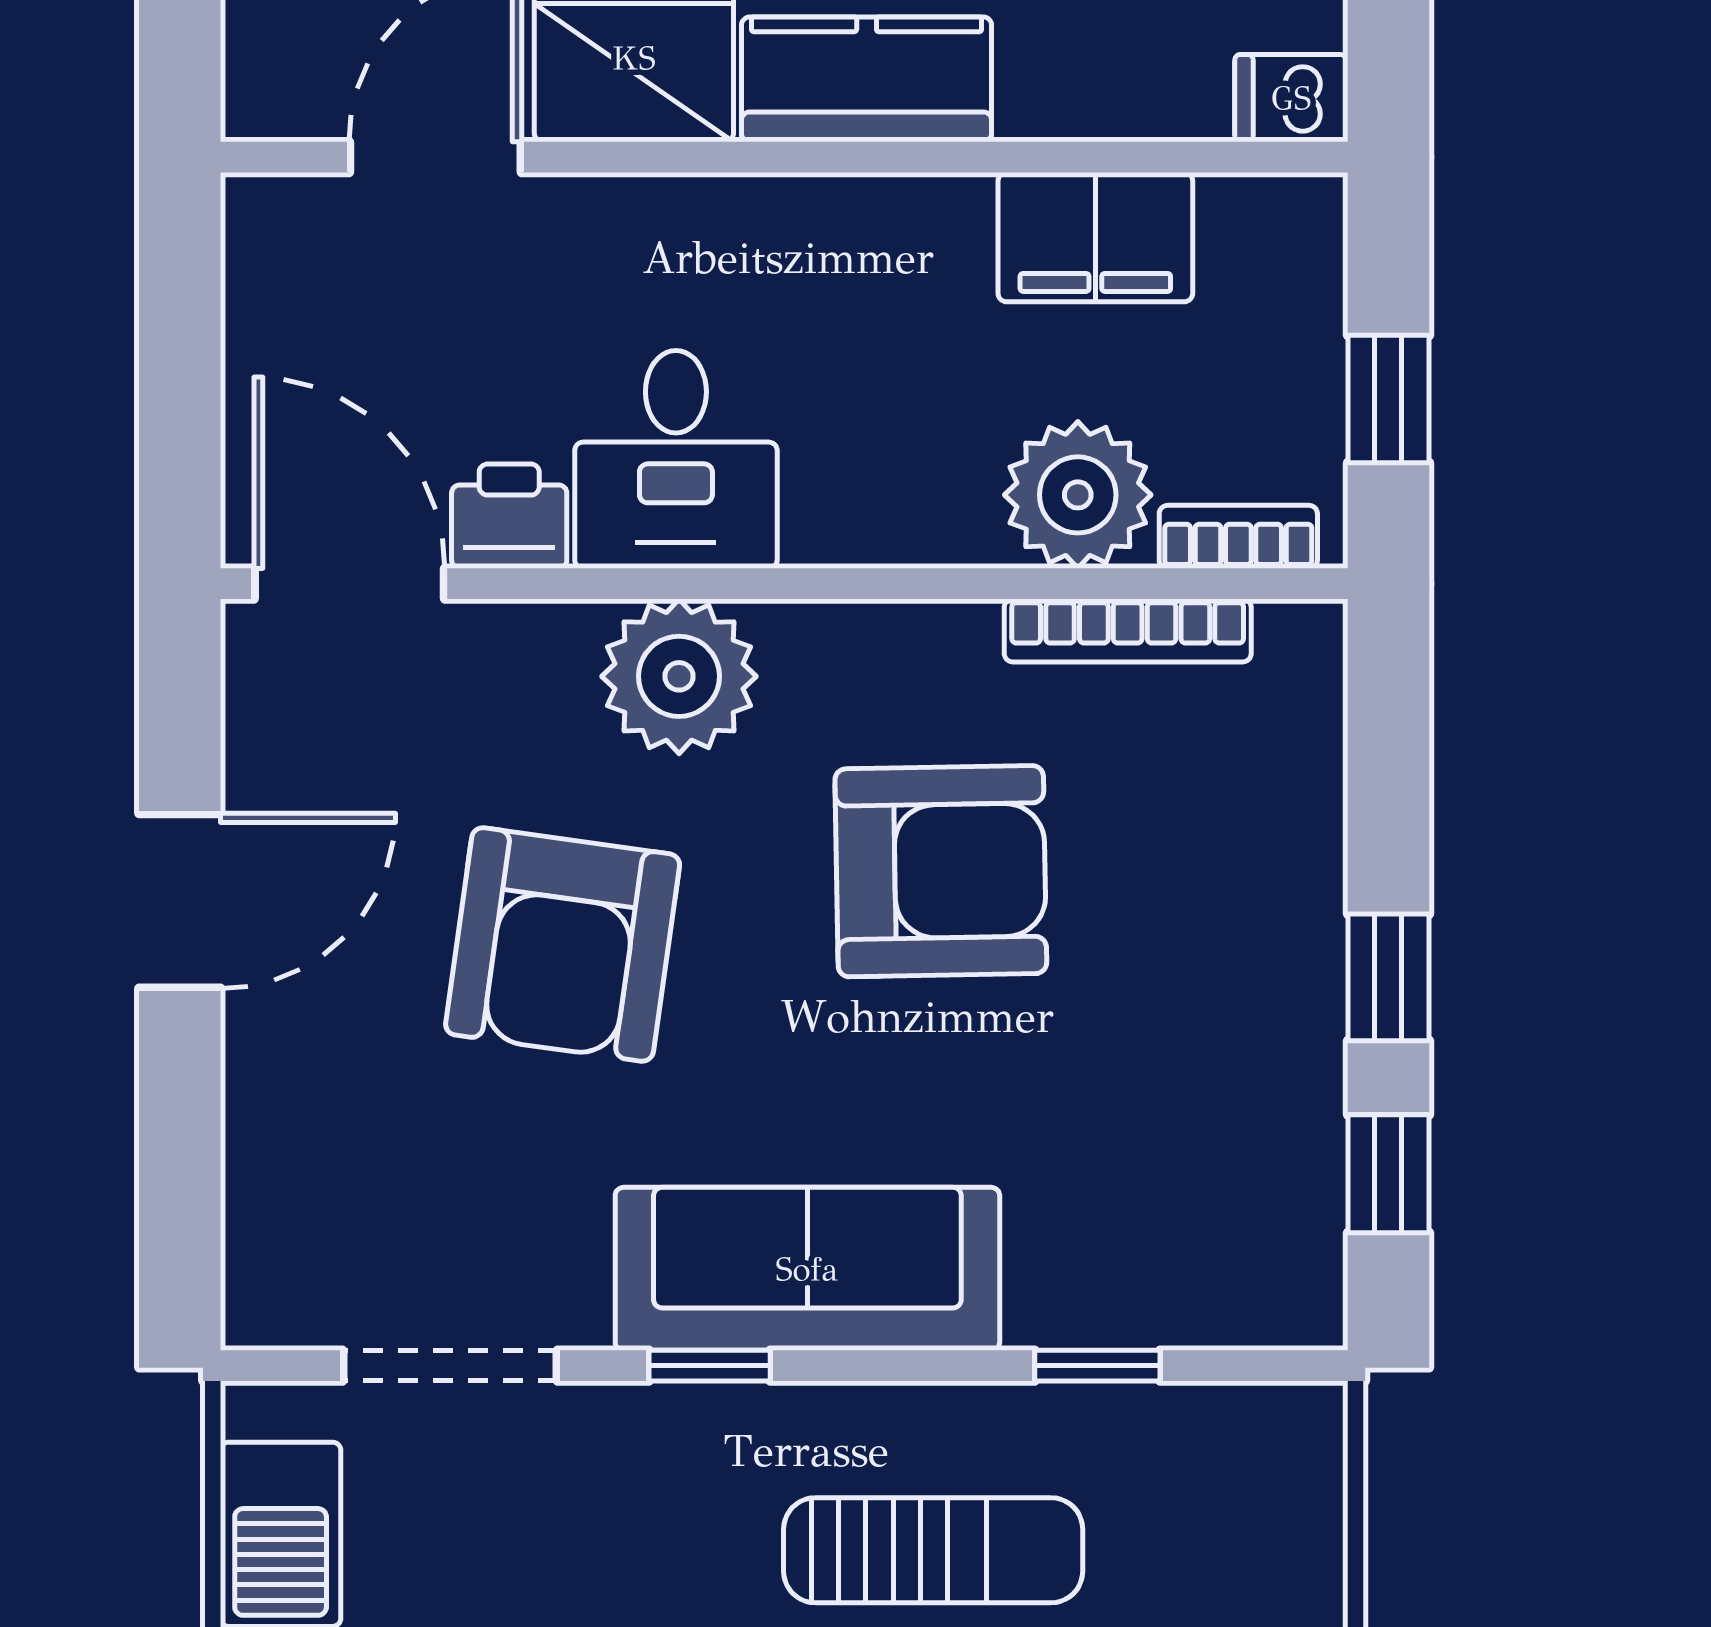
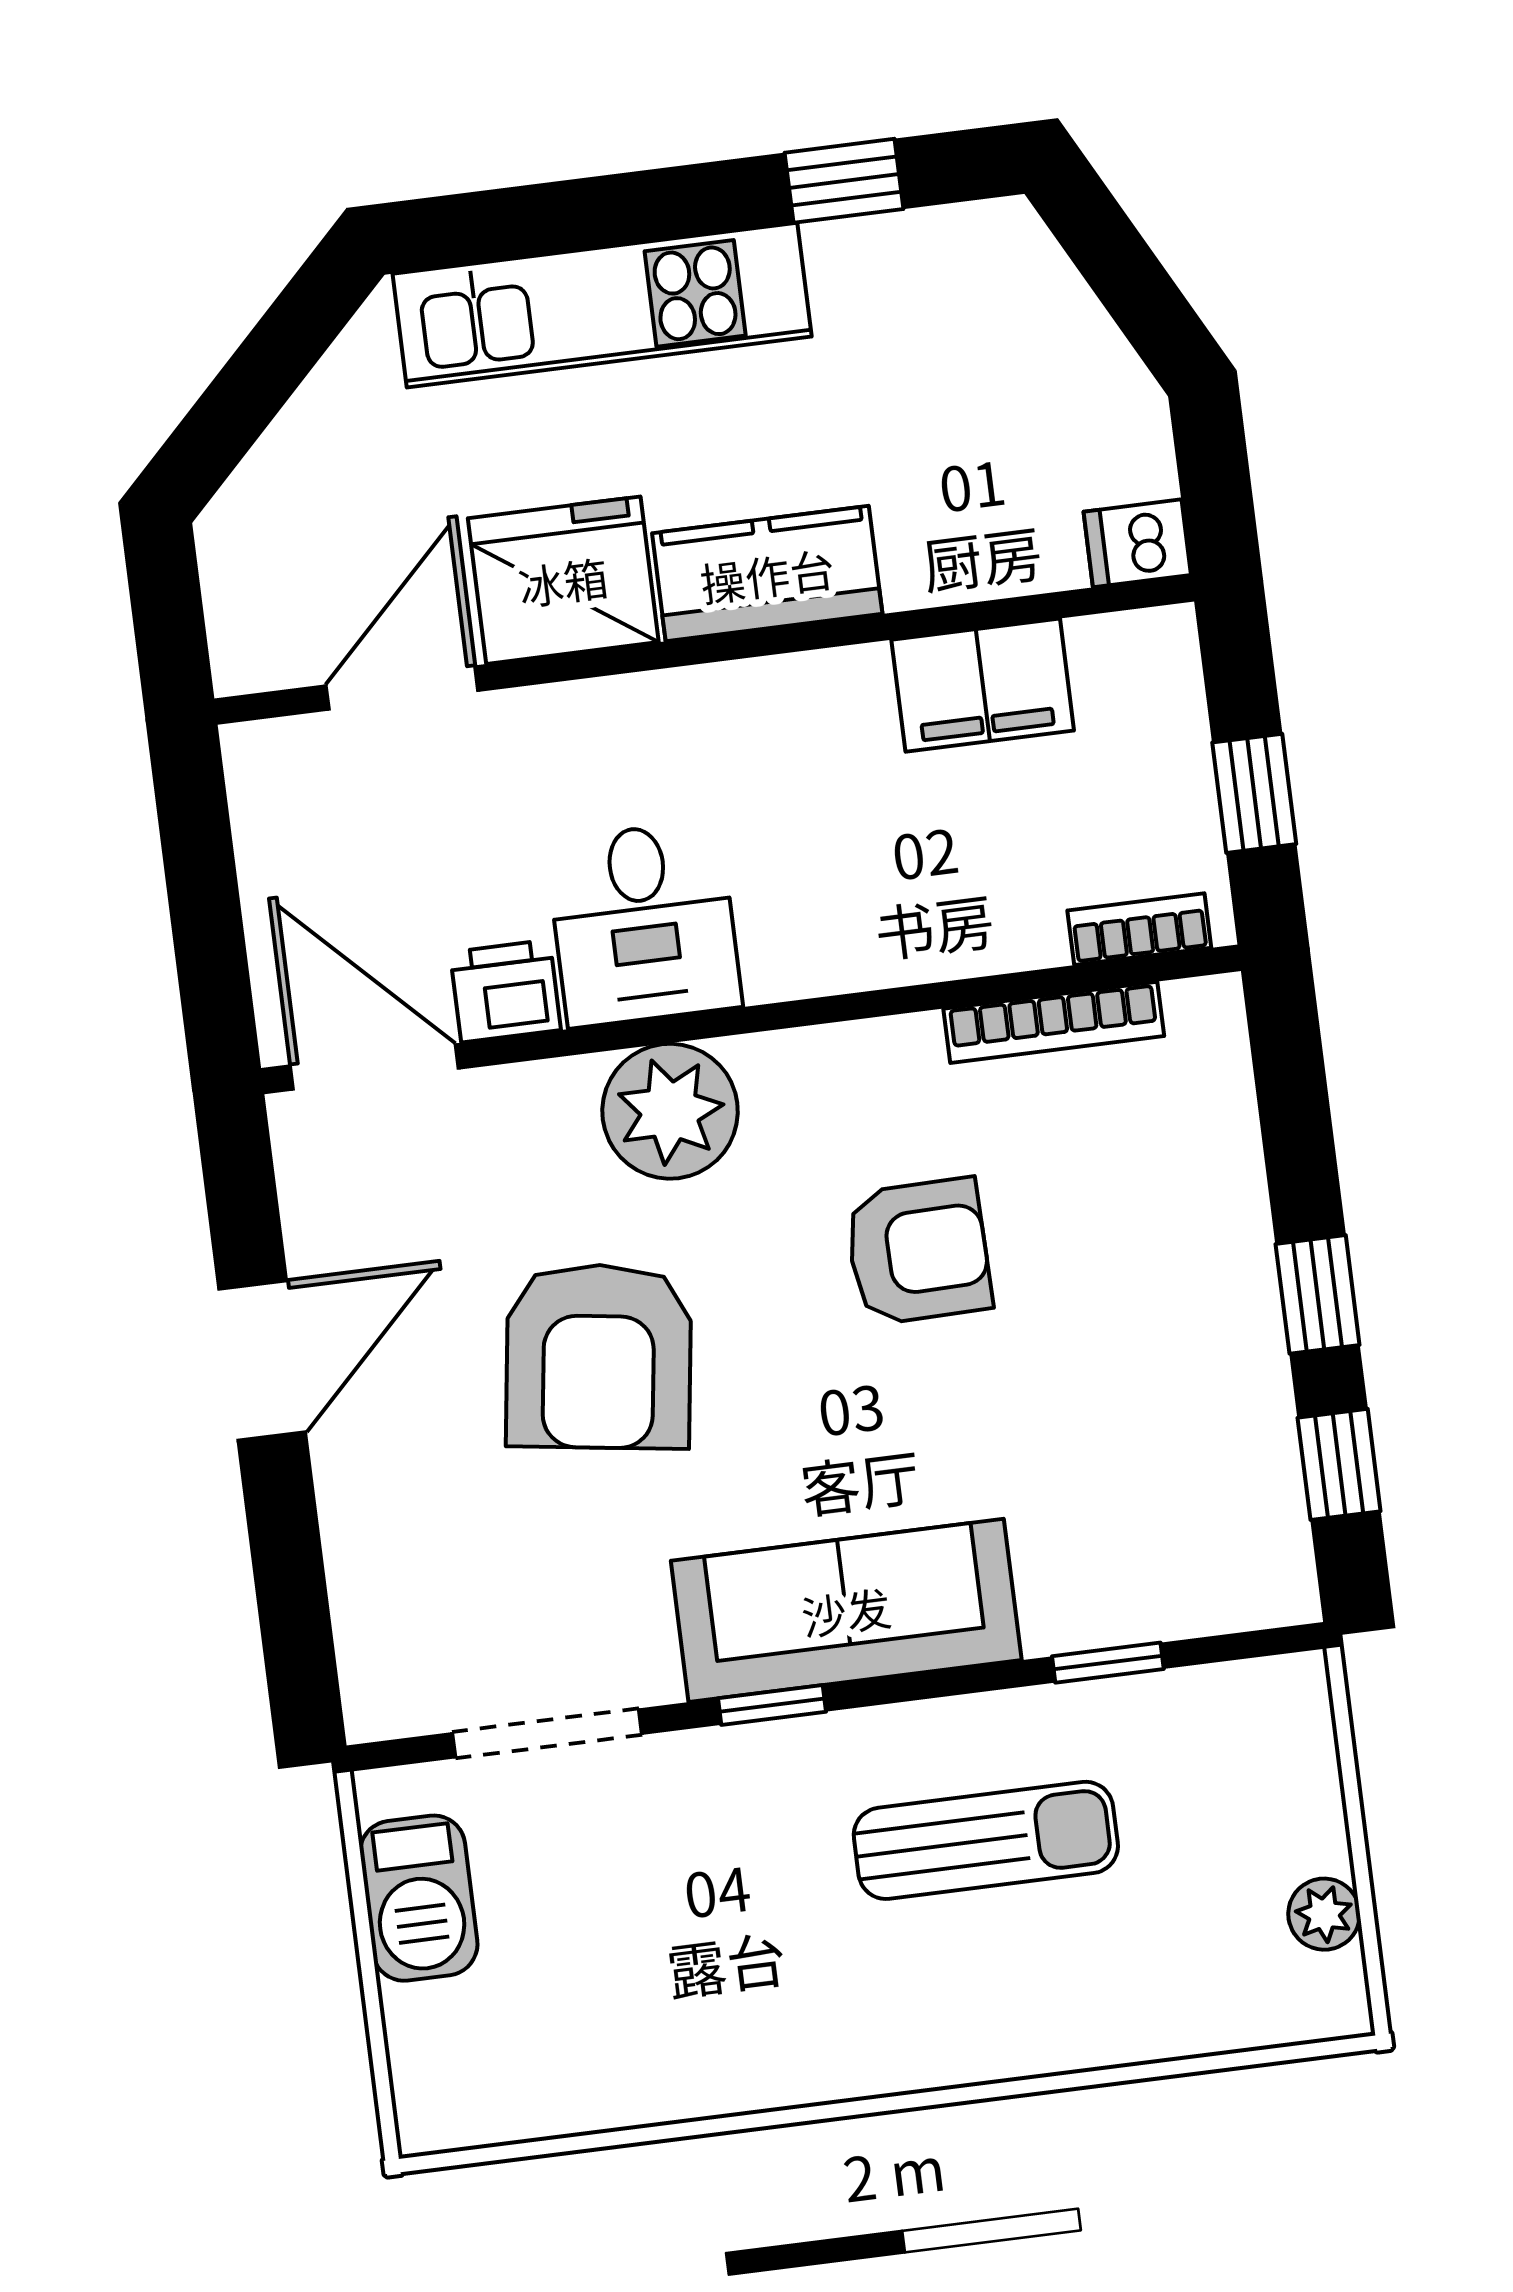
plant: (1078, 495) -> (996, 910), removed
armchair: (941, 871) -> (918, 1251), width x0.73, depth x0.73

